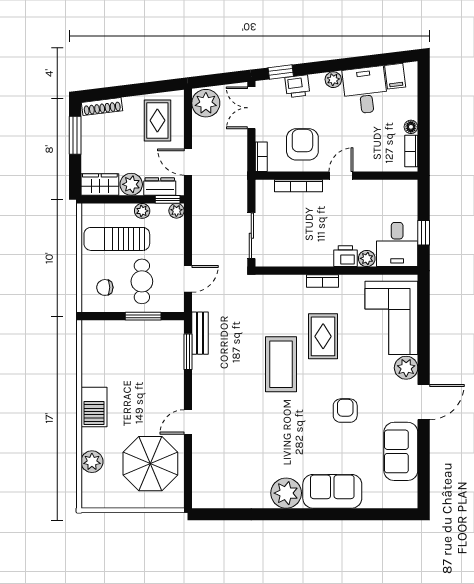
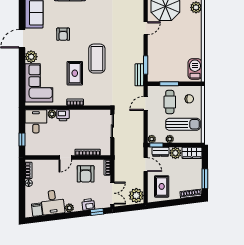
window: (424, 233) -> (22, 139), moved
barbecue: (94, 407) -> (195, 69), moved

